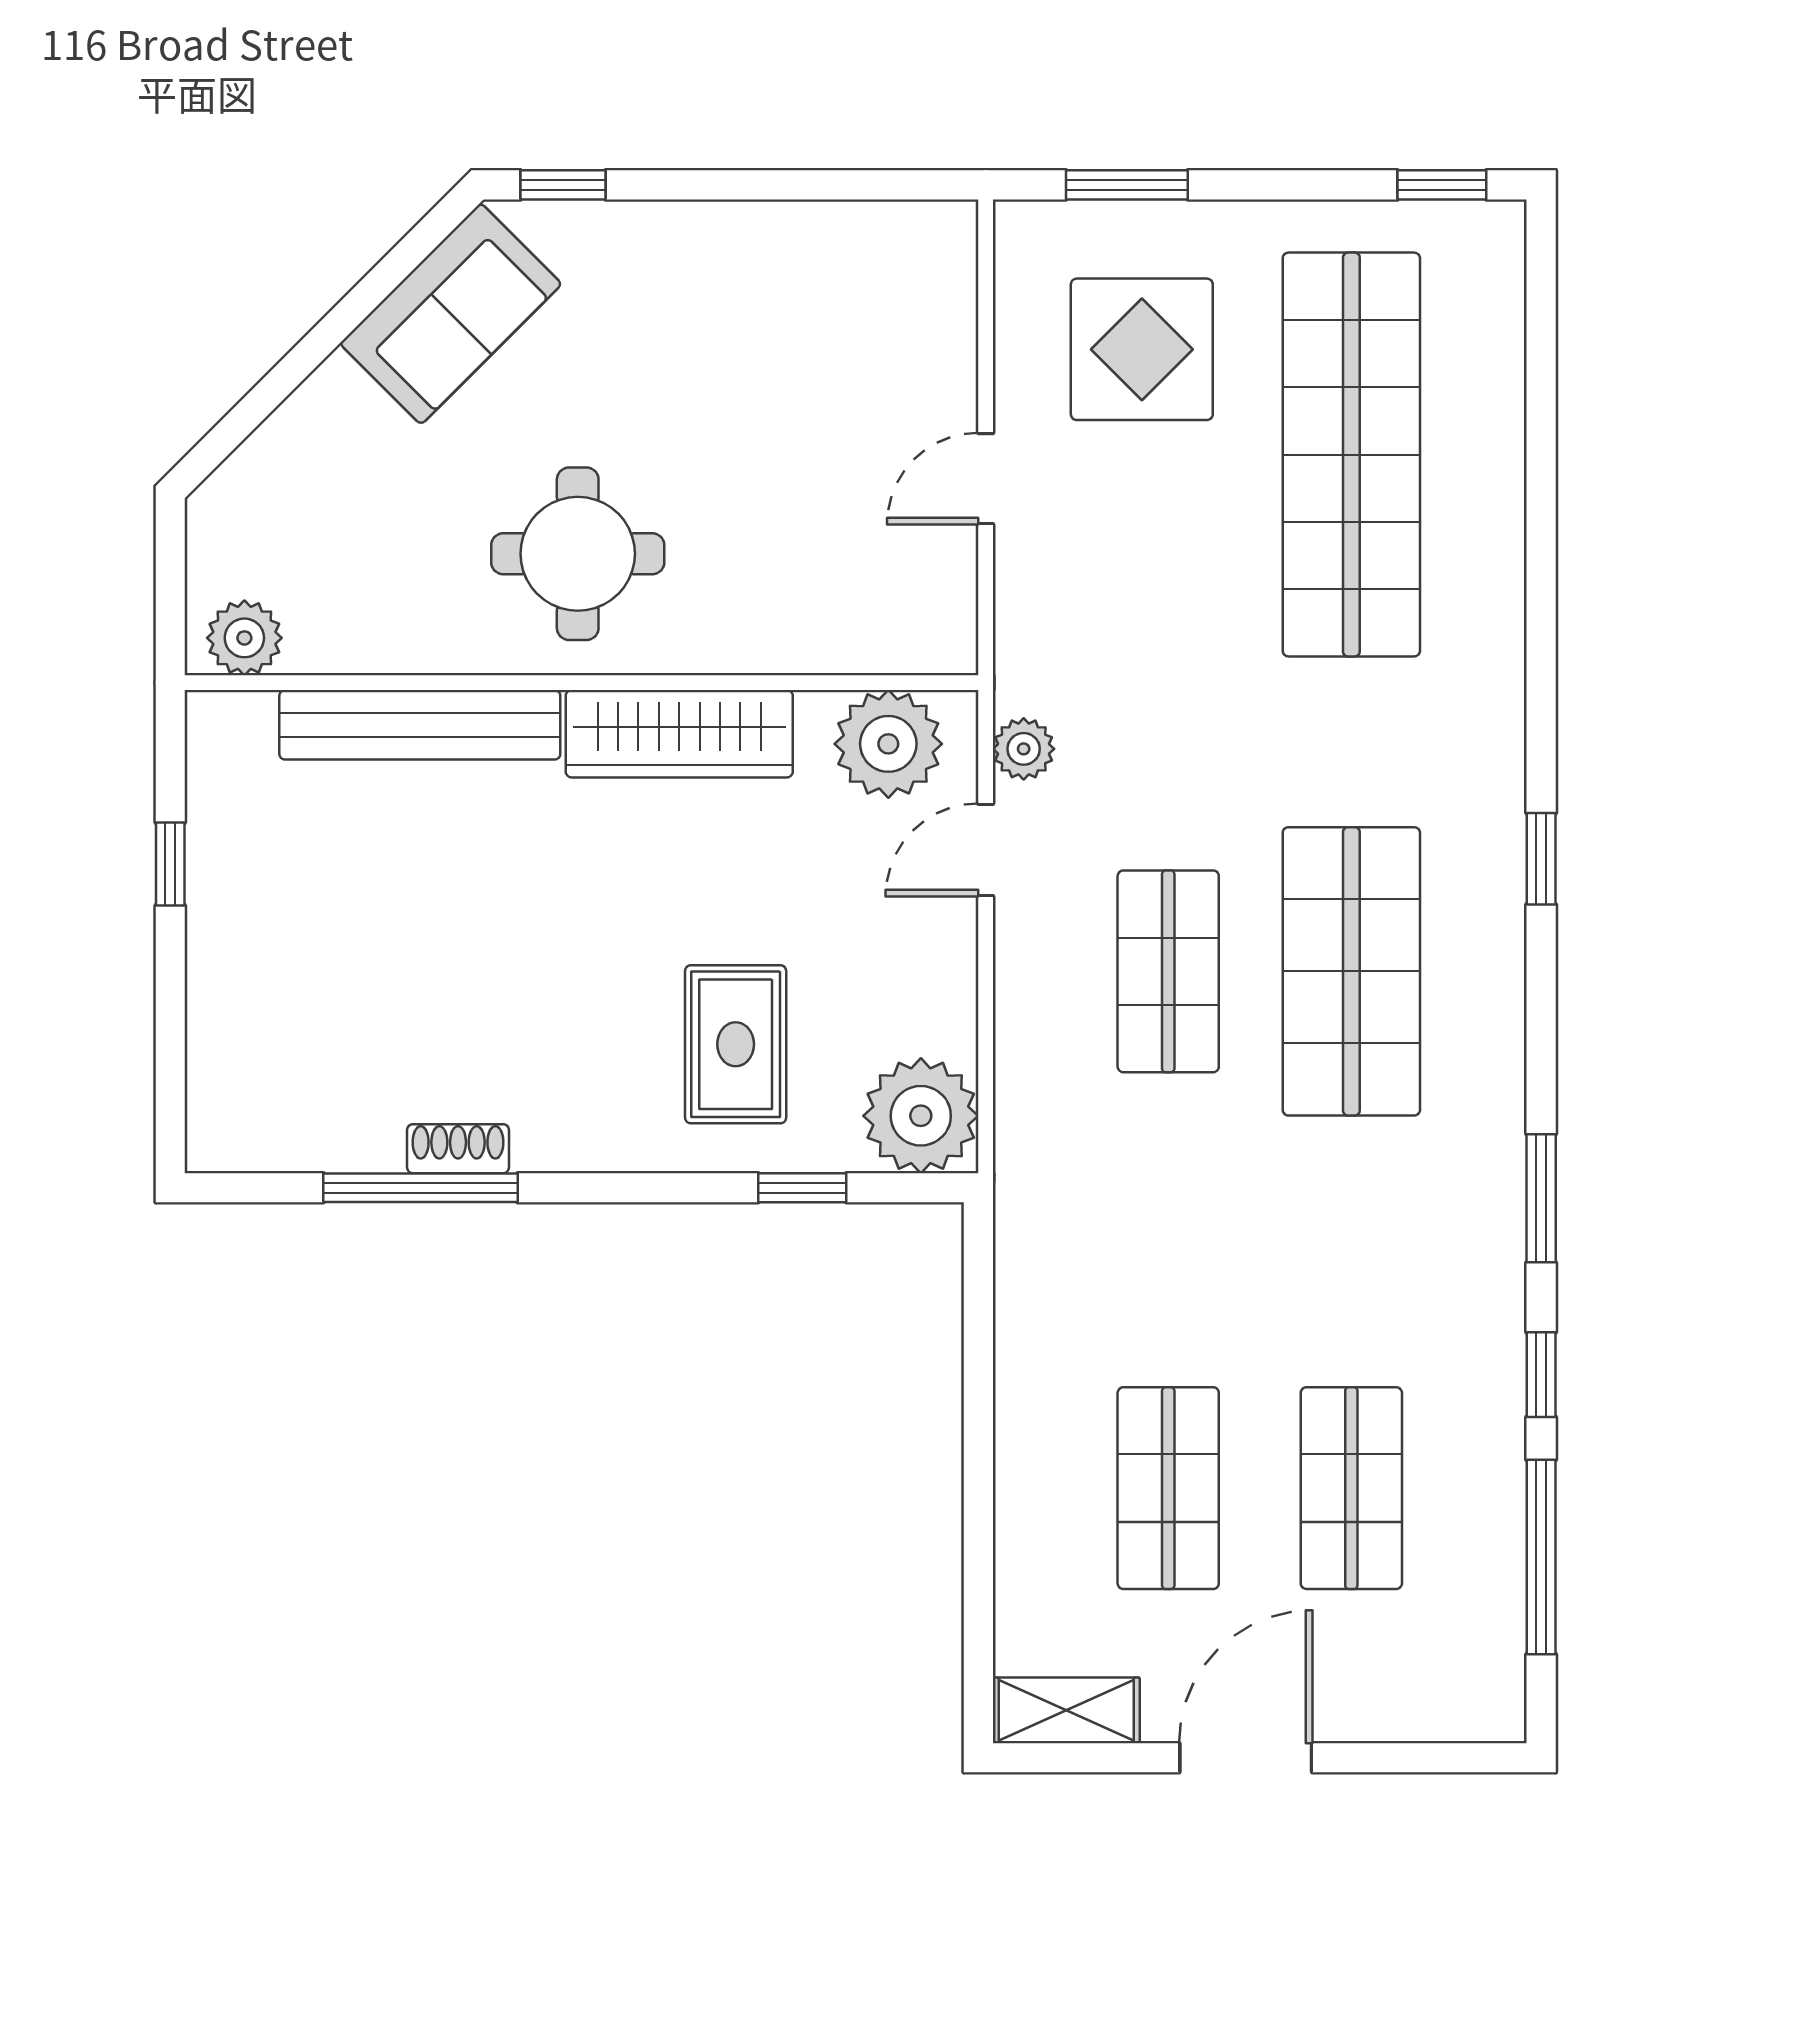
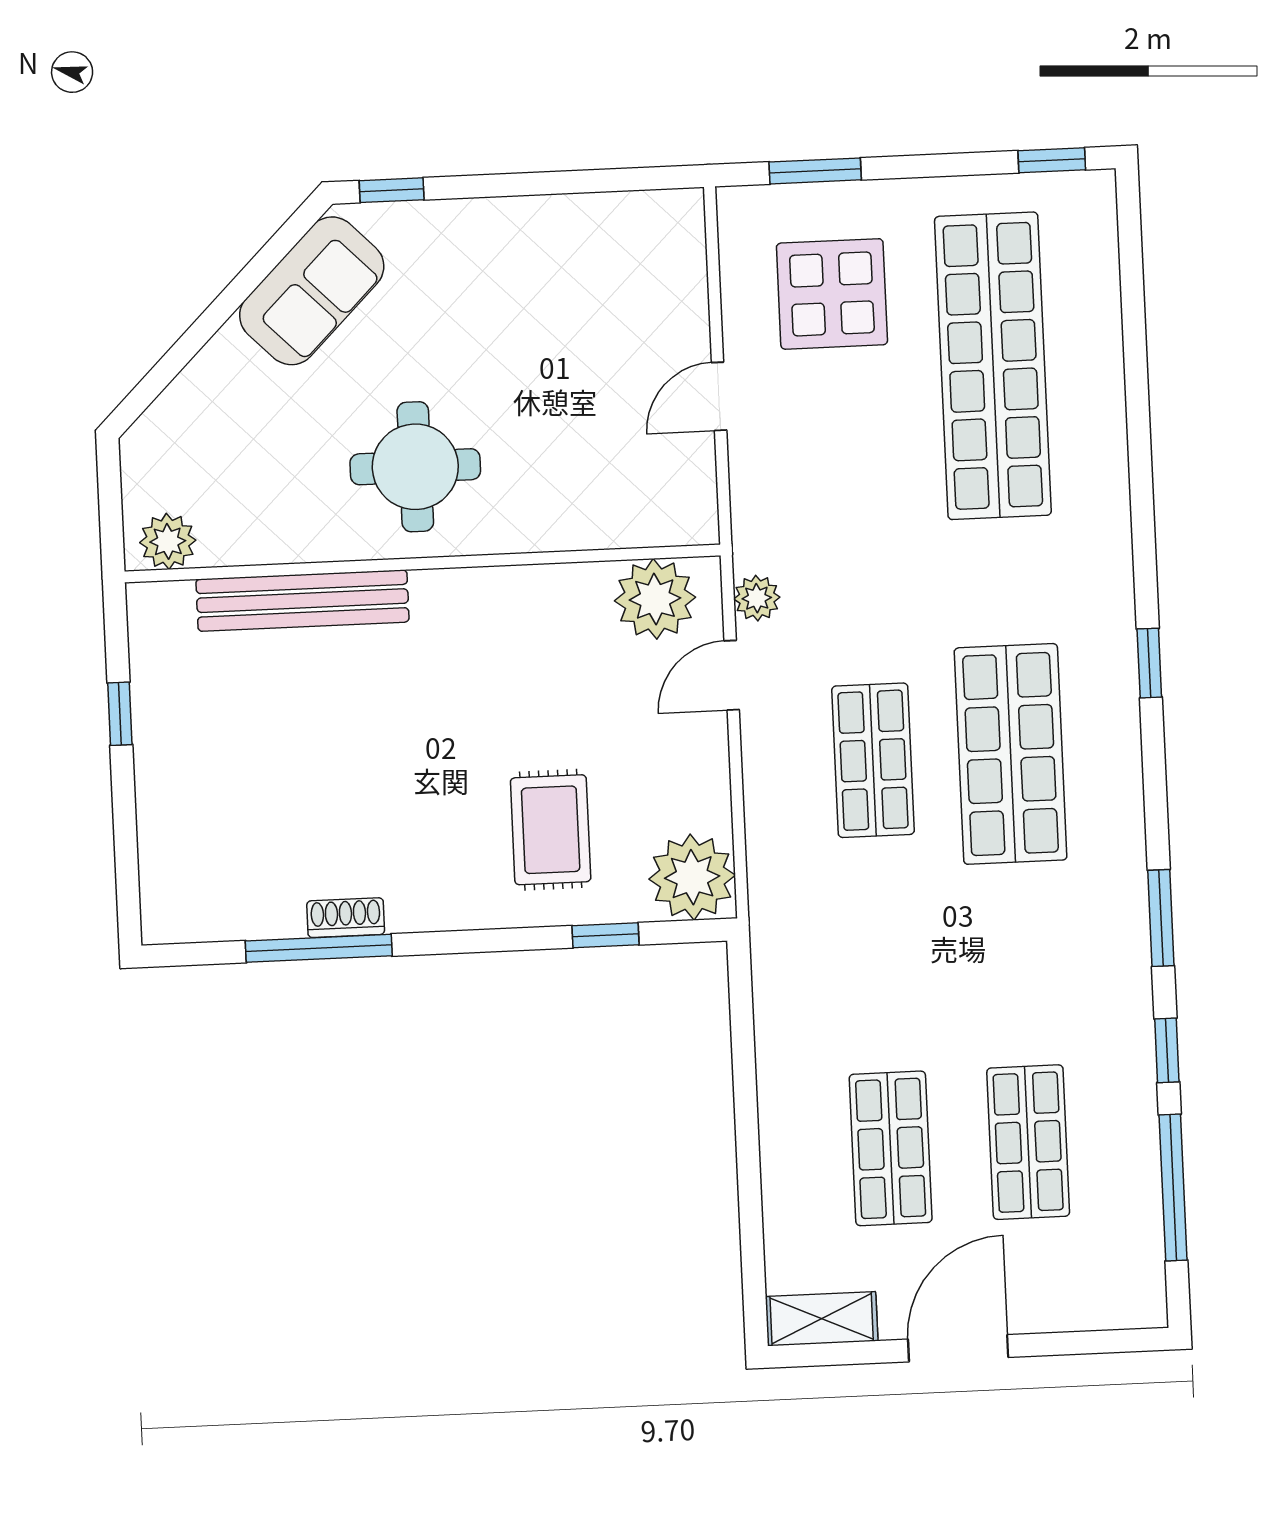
wardrobe: (679, 734) -> (498, 598), removed

